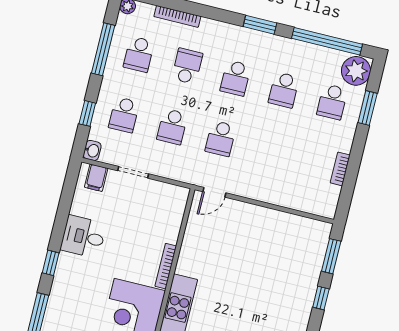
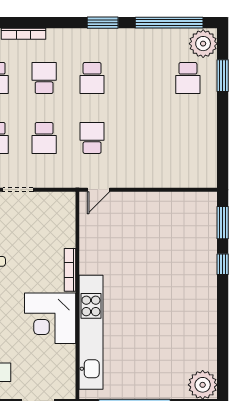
school desk: (284, 90) -> (140, 78), removed
school desk: (221, 139) -> (92, 138), turned 180
bookcase: (340, 169) -> (211, 139), removed

